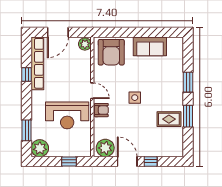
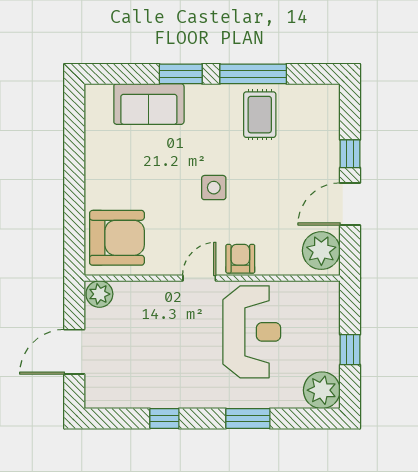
door: (58, 32) -> (74, 352), swing flipped
sofa: (150, 46) -> (149, 104), moved, turned 90
row of seats: (37, 63) -> (141, 395), removed
window: (188, 116) -> (253, 74), width x1.44
window: (27, 130) -> (248, 418), moved
window: (69, 161) -> (350, 350), moved

